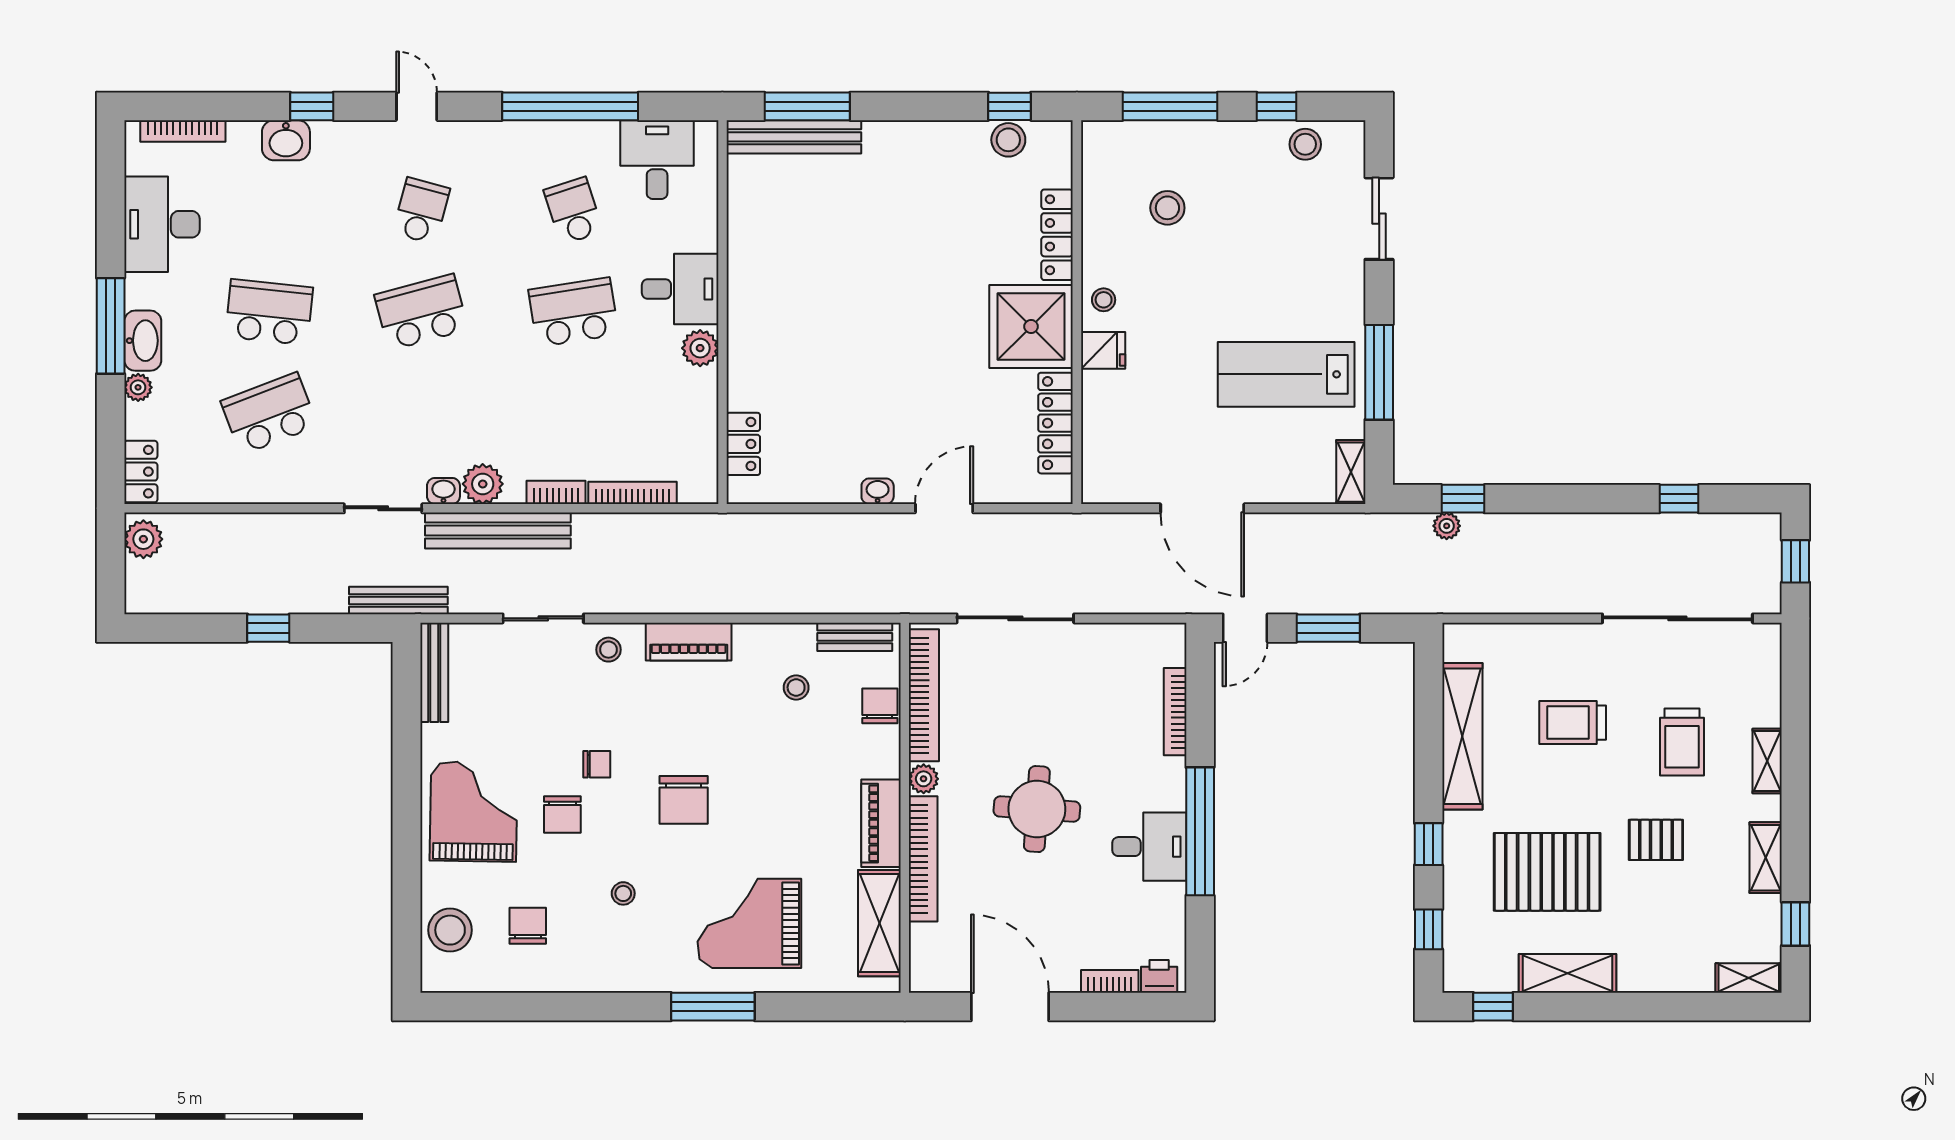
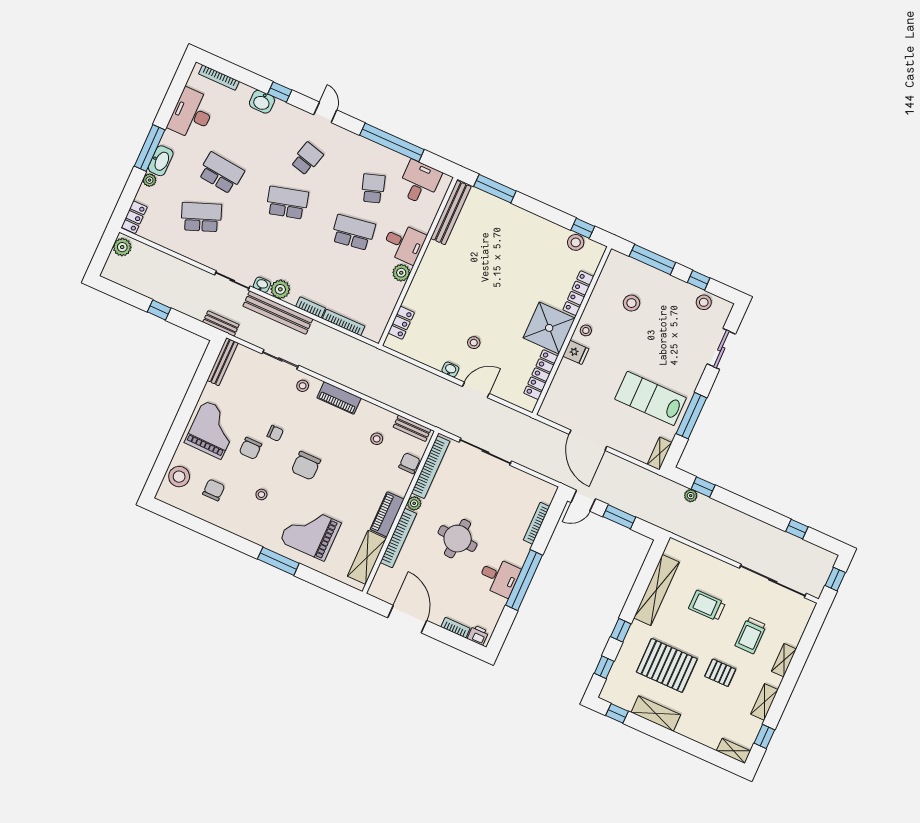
bench: (794, 137) -> (451, 213), moved, turned 90
stool: (899, 420) -> (474, 343), added
bench: (398, 601) -> (221, 323), width x0.73

